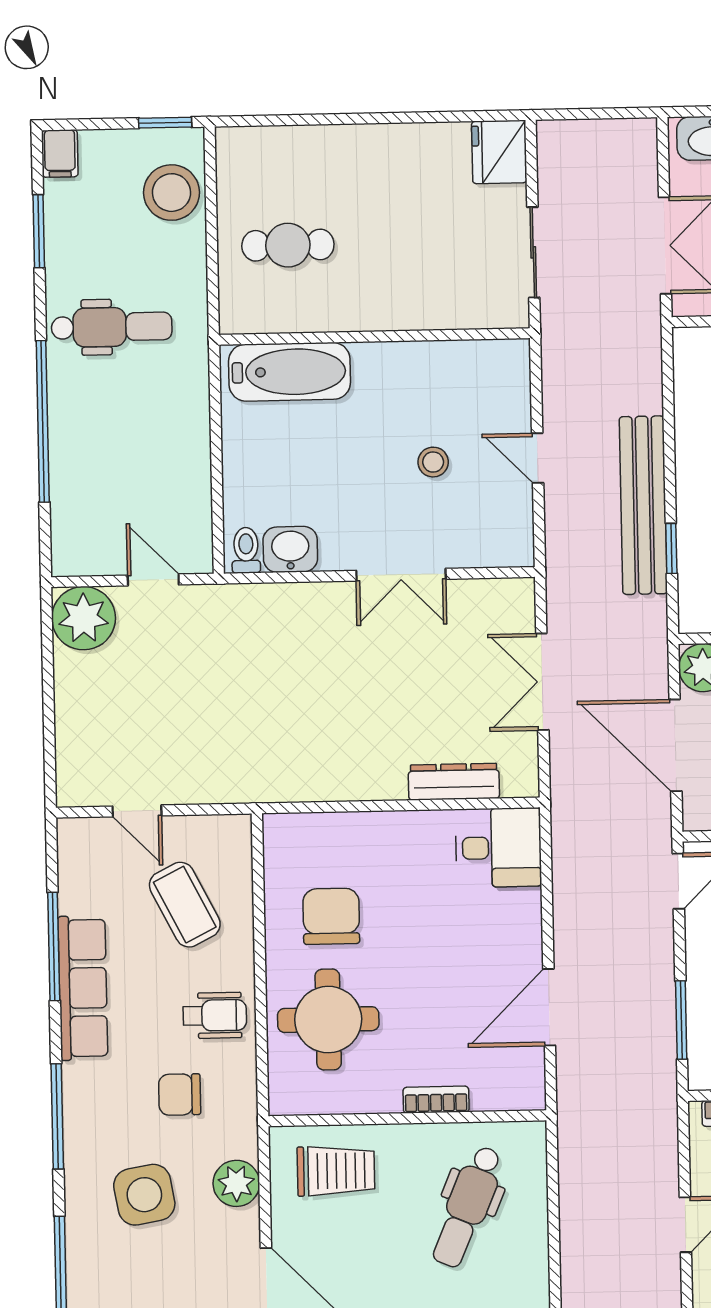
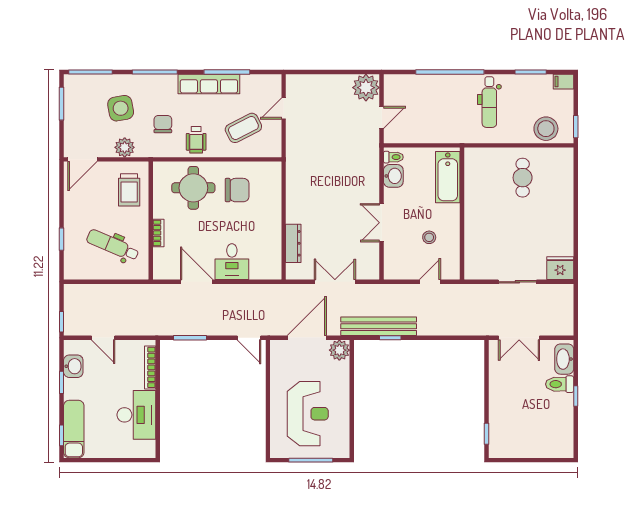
wall: (374, 336) -> (462, 214), moved
bathtub: (290, 372) -> (448, 177), moved
bench: (643, 505) -> (379, 326), moved
desk: (498, 848) -> (232, 262), moved

